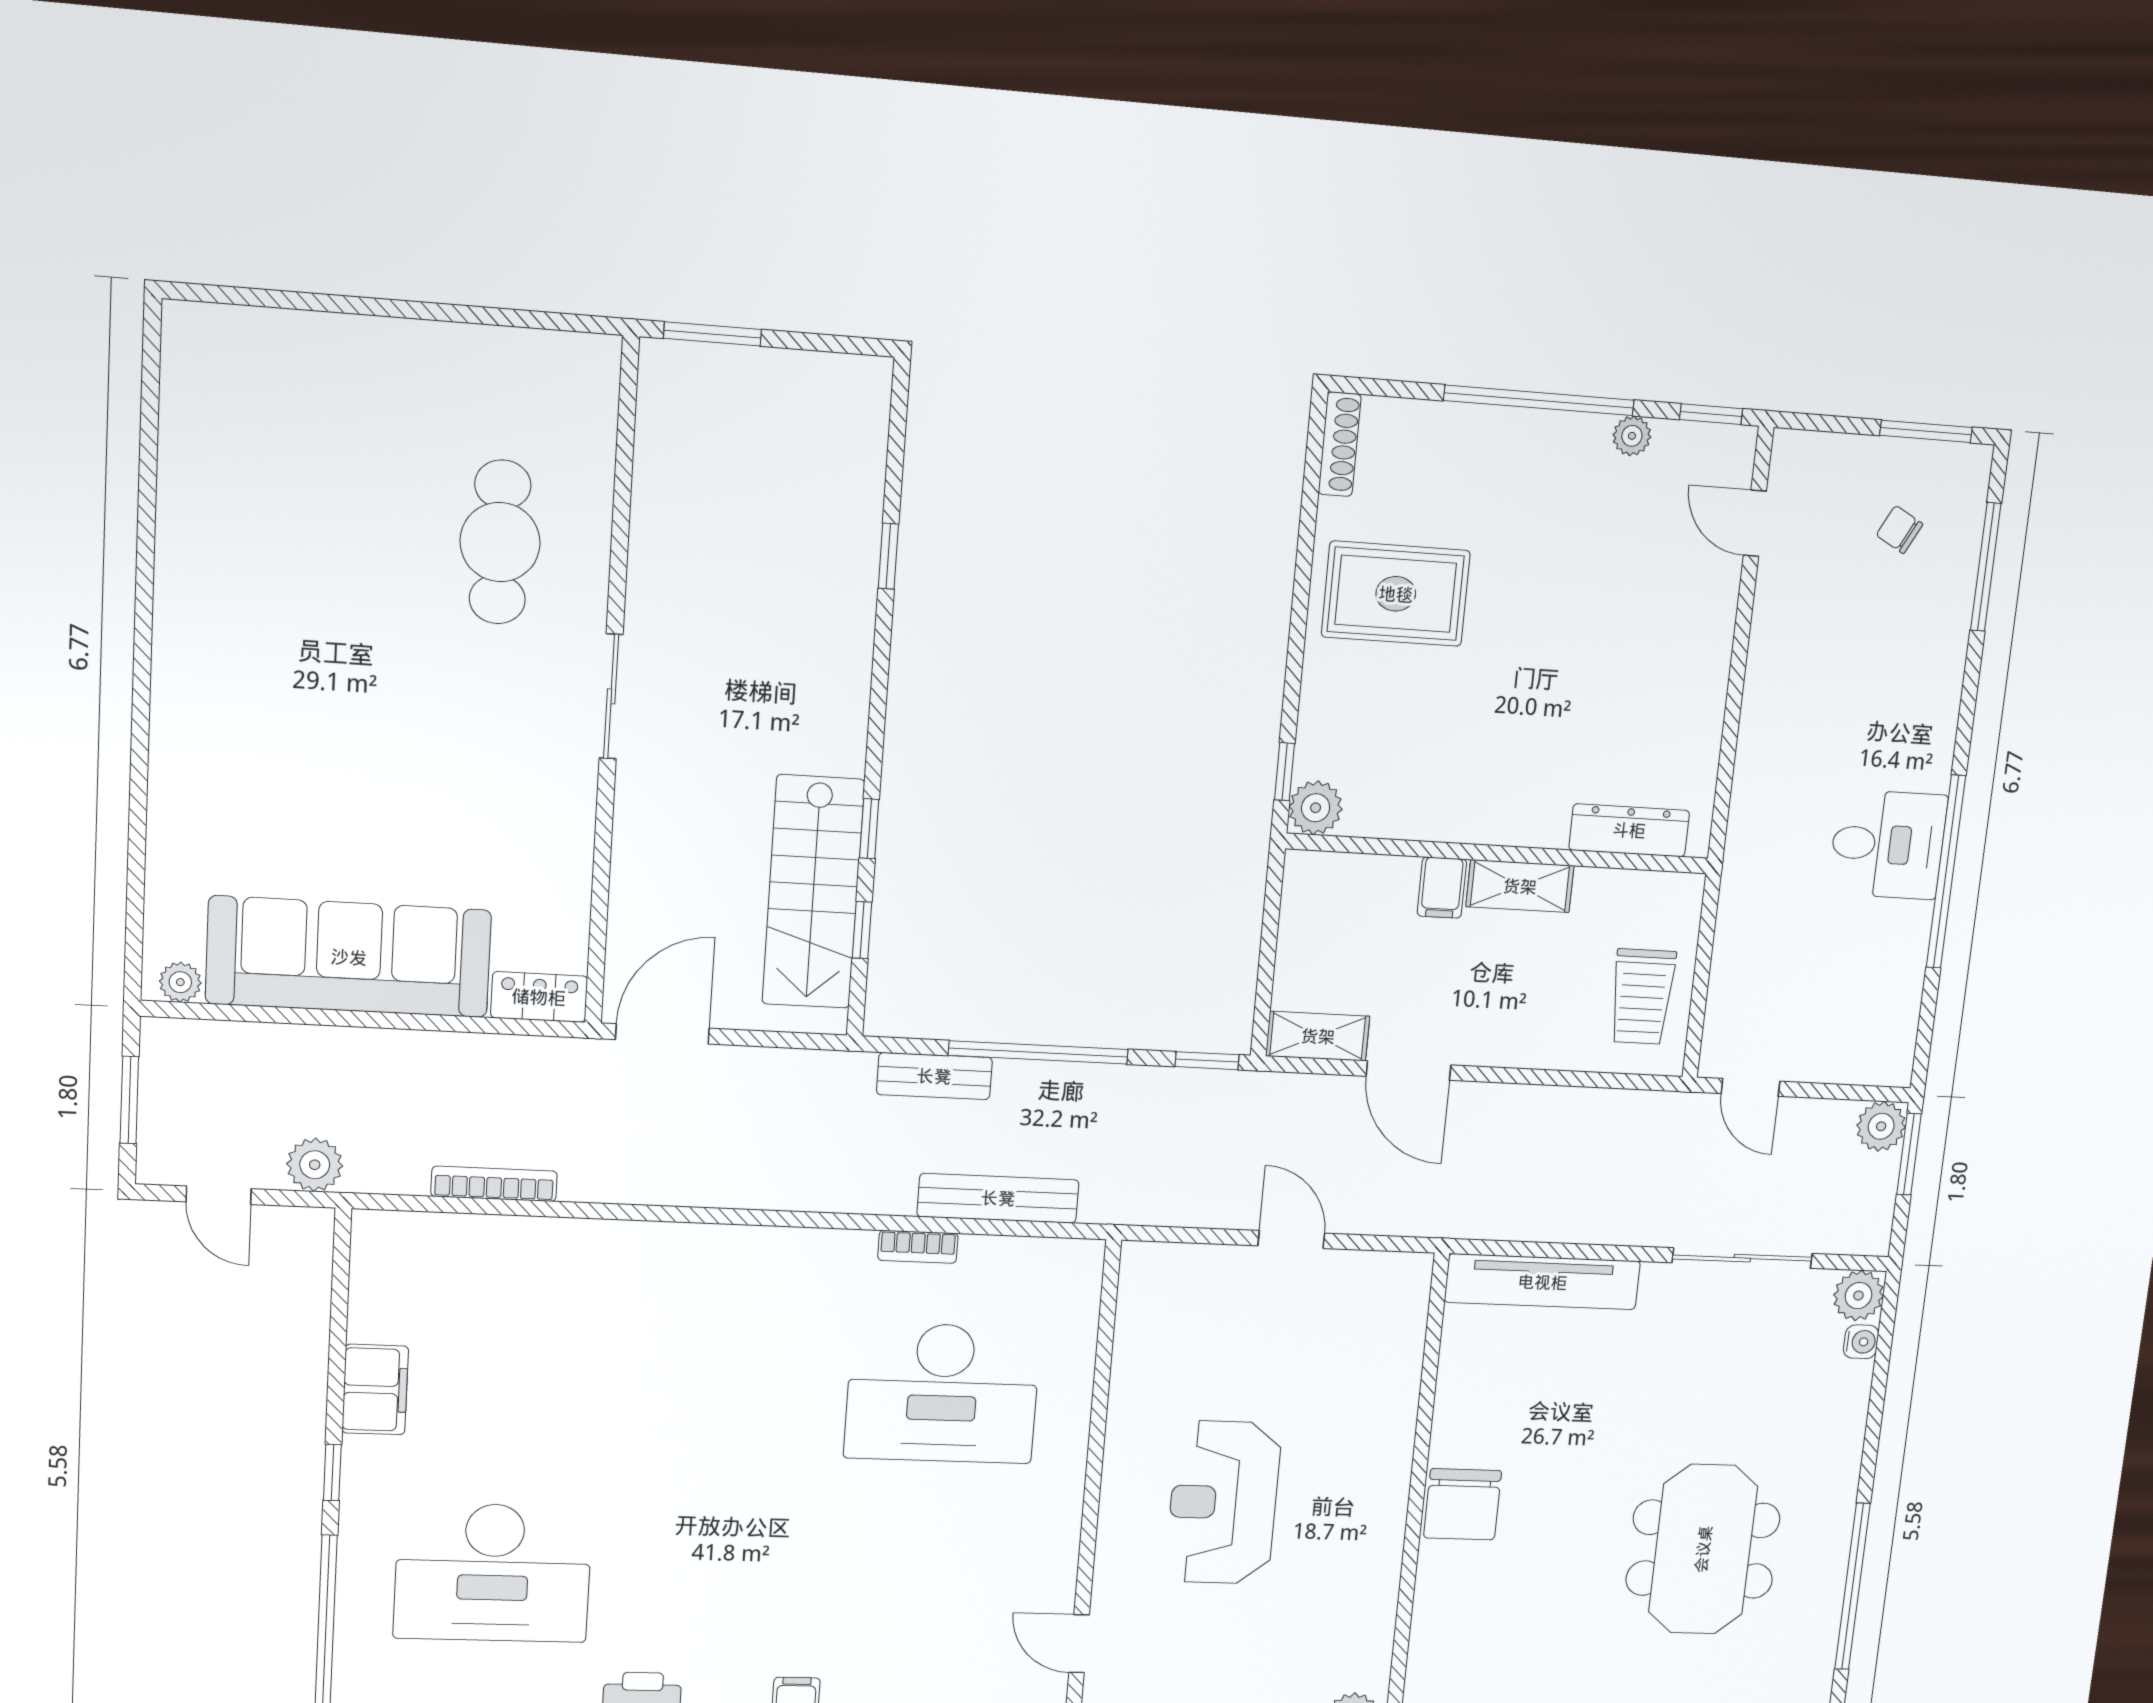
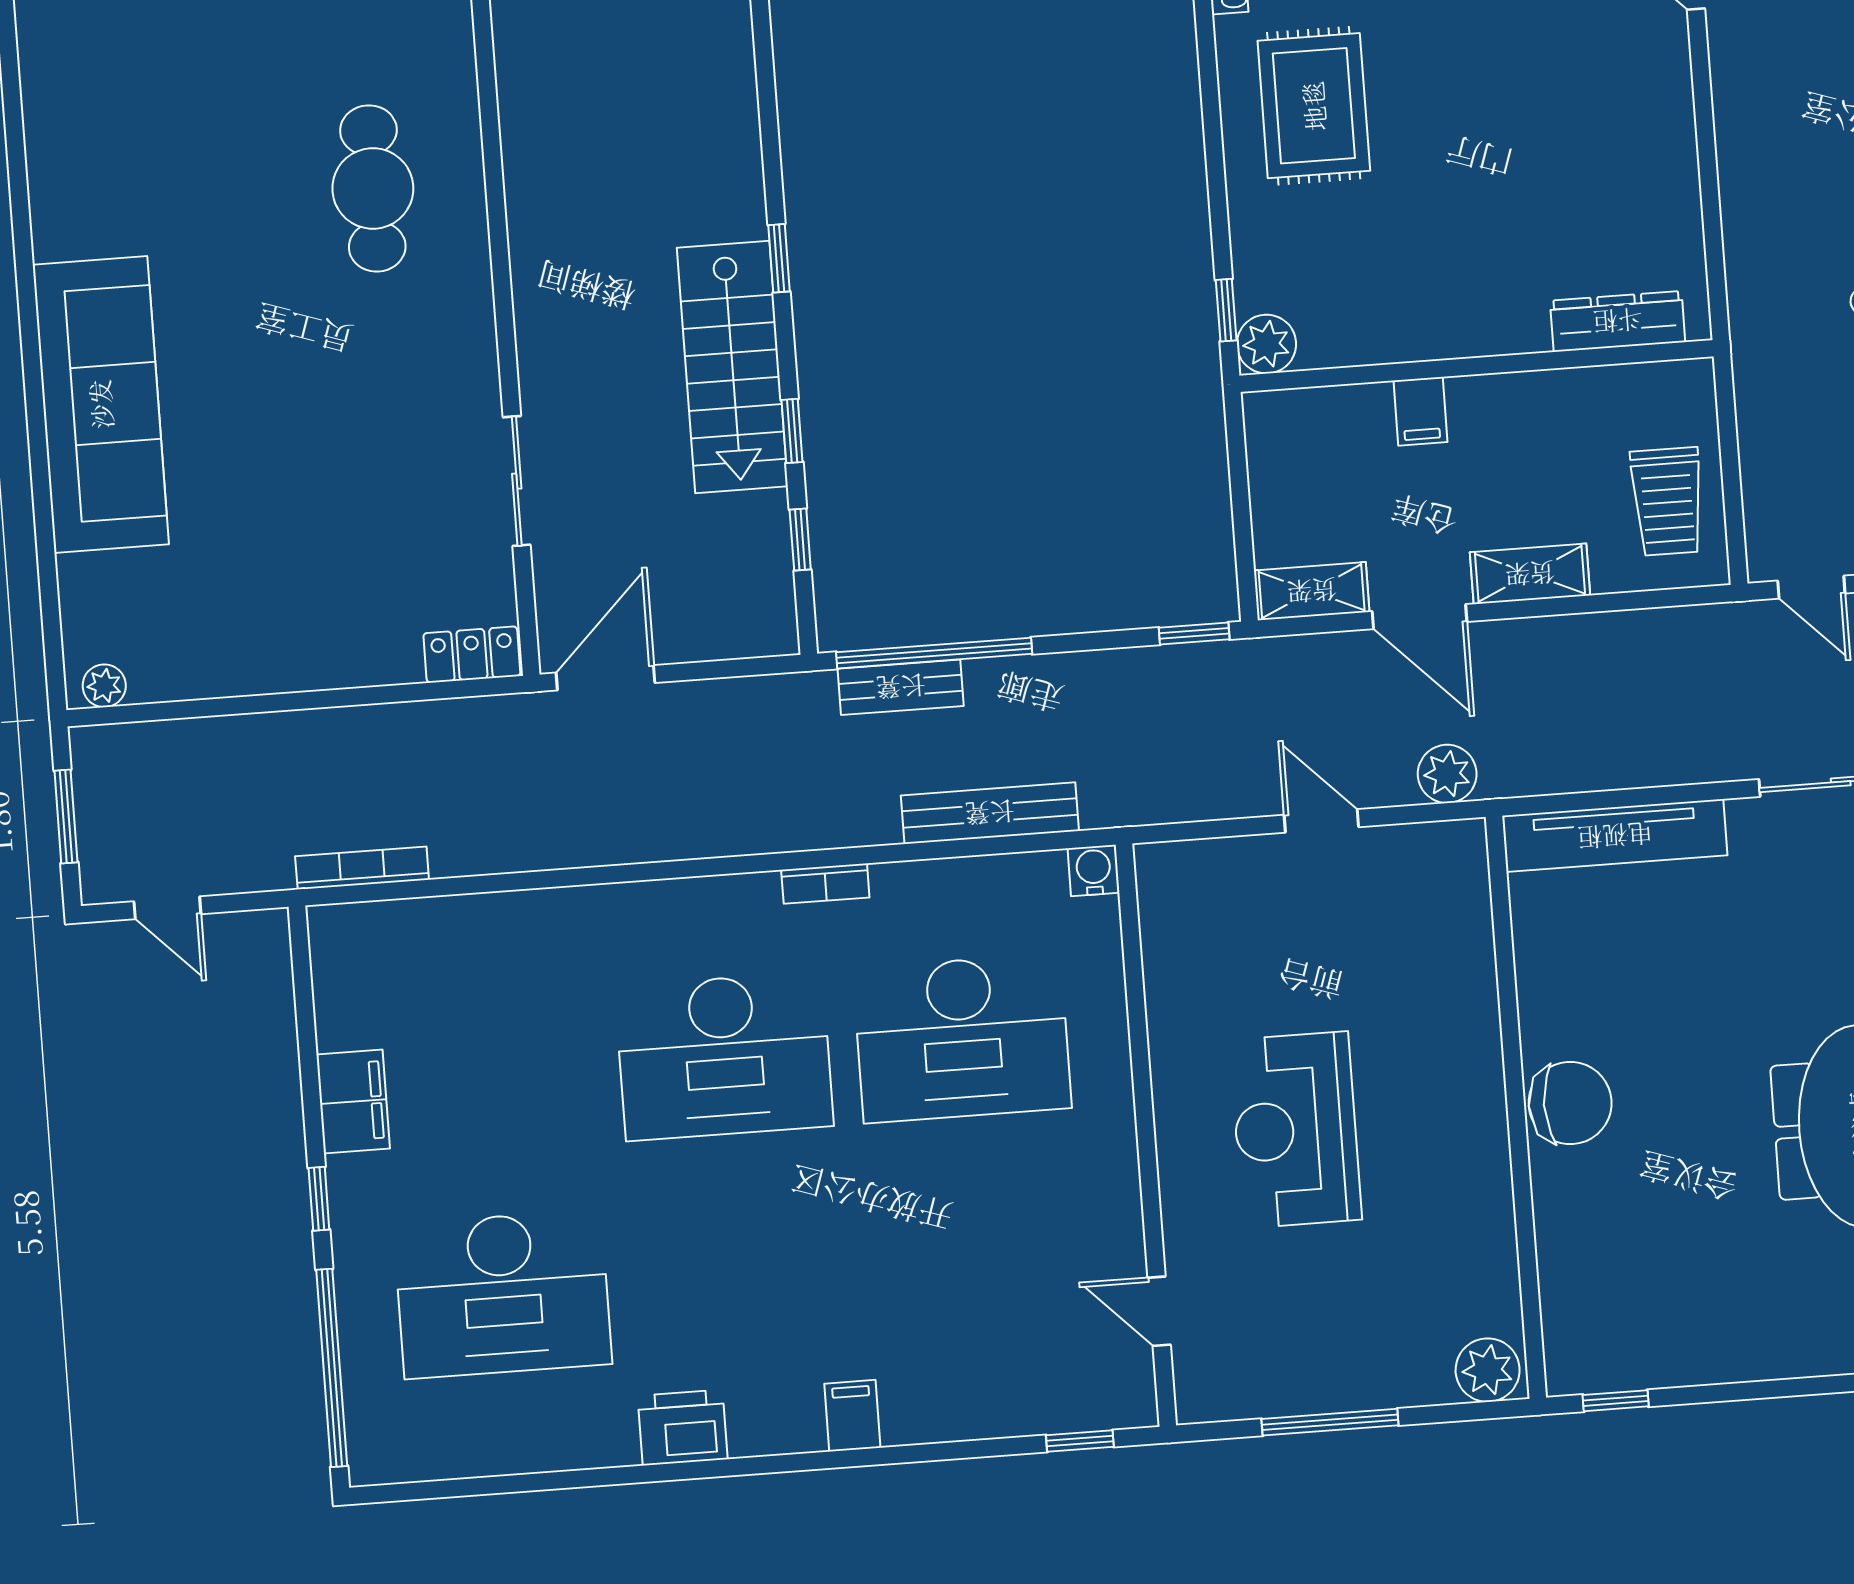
window: (888, 556) -> (779, 258), moved
rug: (1396, 594) -> (1314, 106), turned 90
sliding door: (611, 696) -> (517, 481), moved
shelving: (1520, 886) -> (1530, 574), moved
stairs: (813, 892) -> (732, 367), moved
sofa: (349, 957) -> (101, 404), moved, turned 90
window: (1038, 1052) -> (934, 653), moved
plant: (315, 1165) -> (1447, 774), moved
bookcase: (494, 1184) -> (362, 868), moved
bookcase: (918, 1247) -> (825, 884), moved
water cooler: (1083, 1260) -> (1094, 871), added
desk: (725, 1386) -> (724, 1056), added
chair: (1463, 1504) -> (1570, 1103), turned -90

